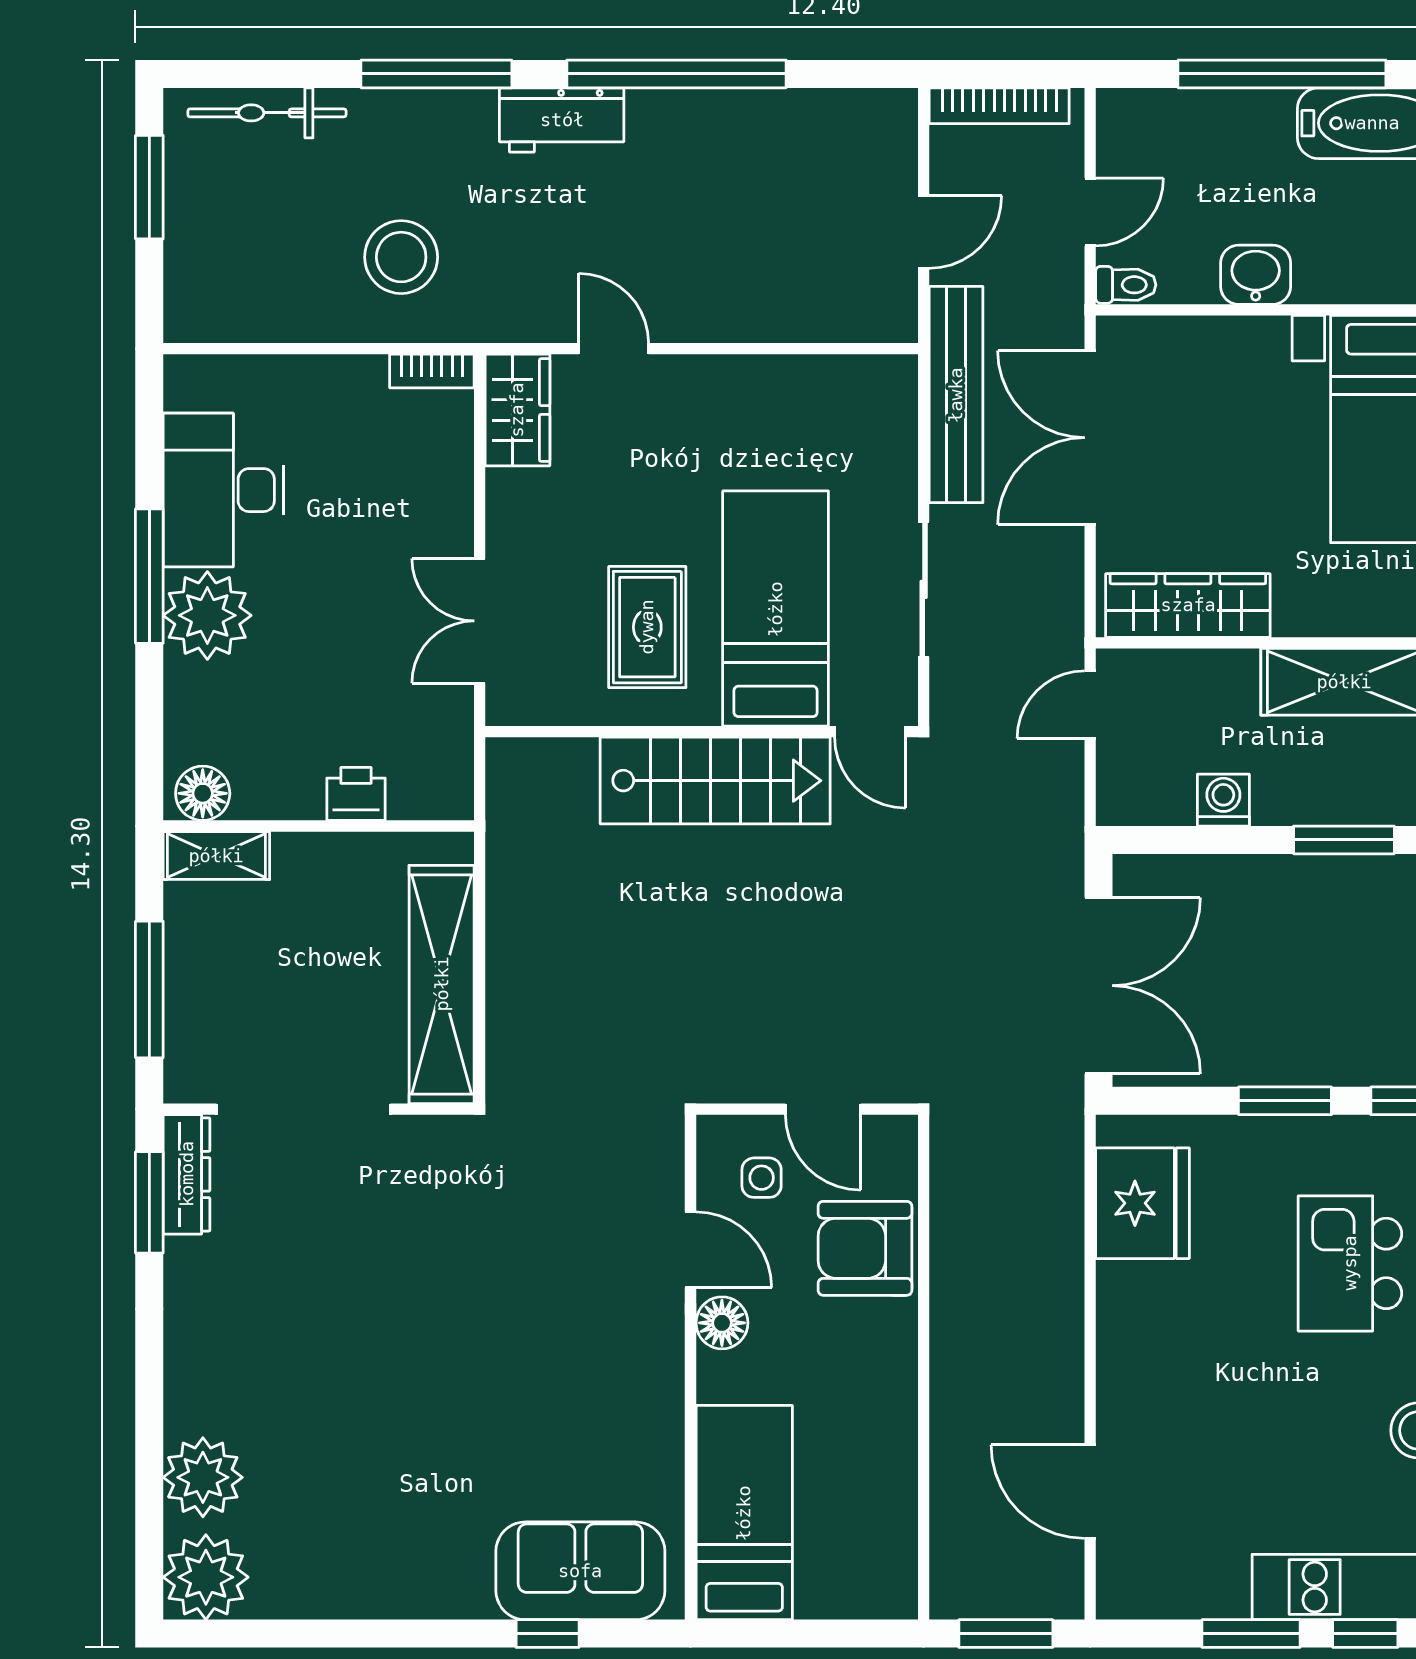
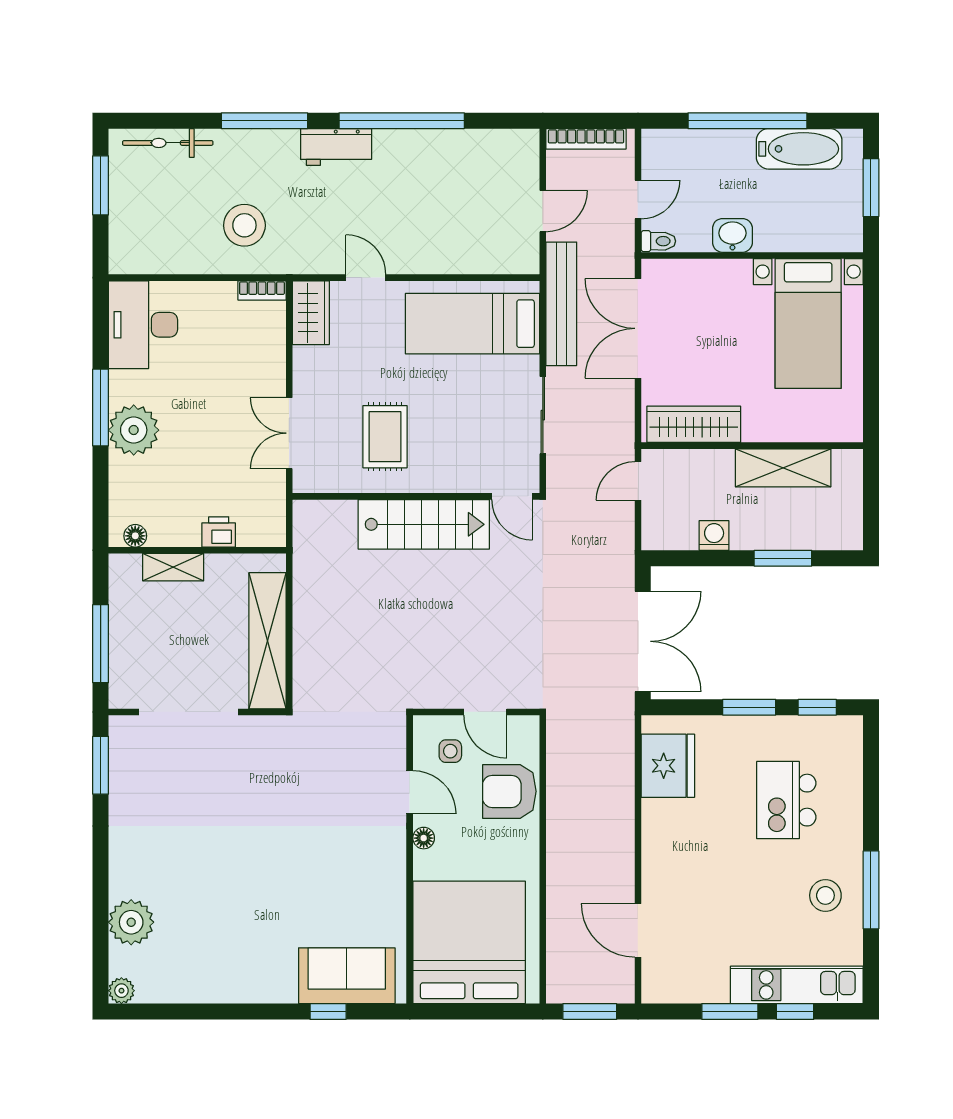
desk: (224, 490) -> (143, 325), moved
bed: (776, 609) -> (473, 324), moved, turned -90
floor lamp: (203, 793) -> (135, 536), width x0.73, depth x0.73
shelving: (216, 856) -> (173, 567), moved
dresser: (187, 1174) -> (122, 749), removed
floor lamp: (722, 1323) -> (424, 838), width x0.73, depth x0.73
bed: (744, 1513) -> (469, 942), width x2.04
plant: (206, 1577) -> (121, 991), width x0.53, depth x0.53

